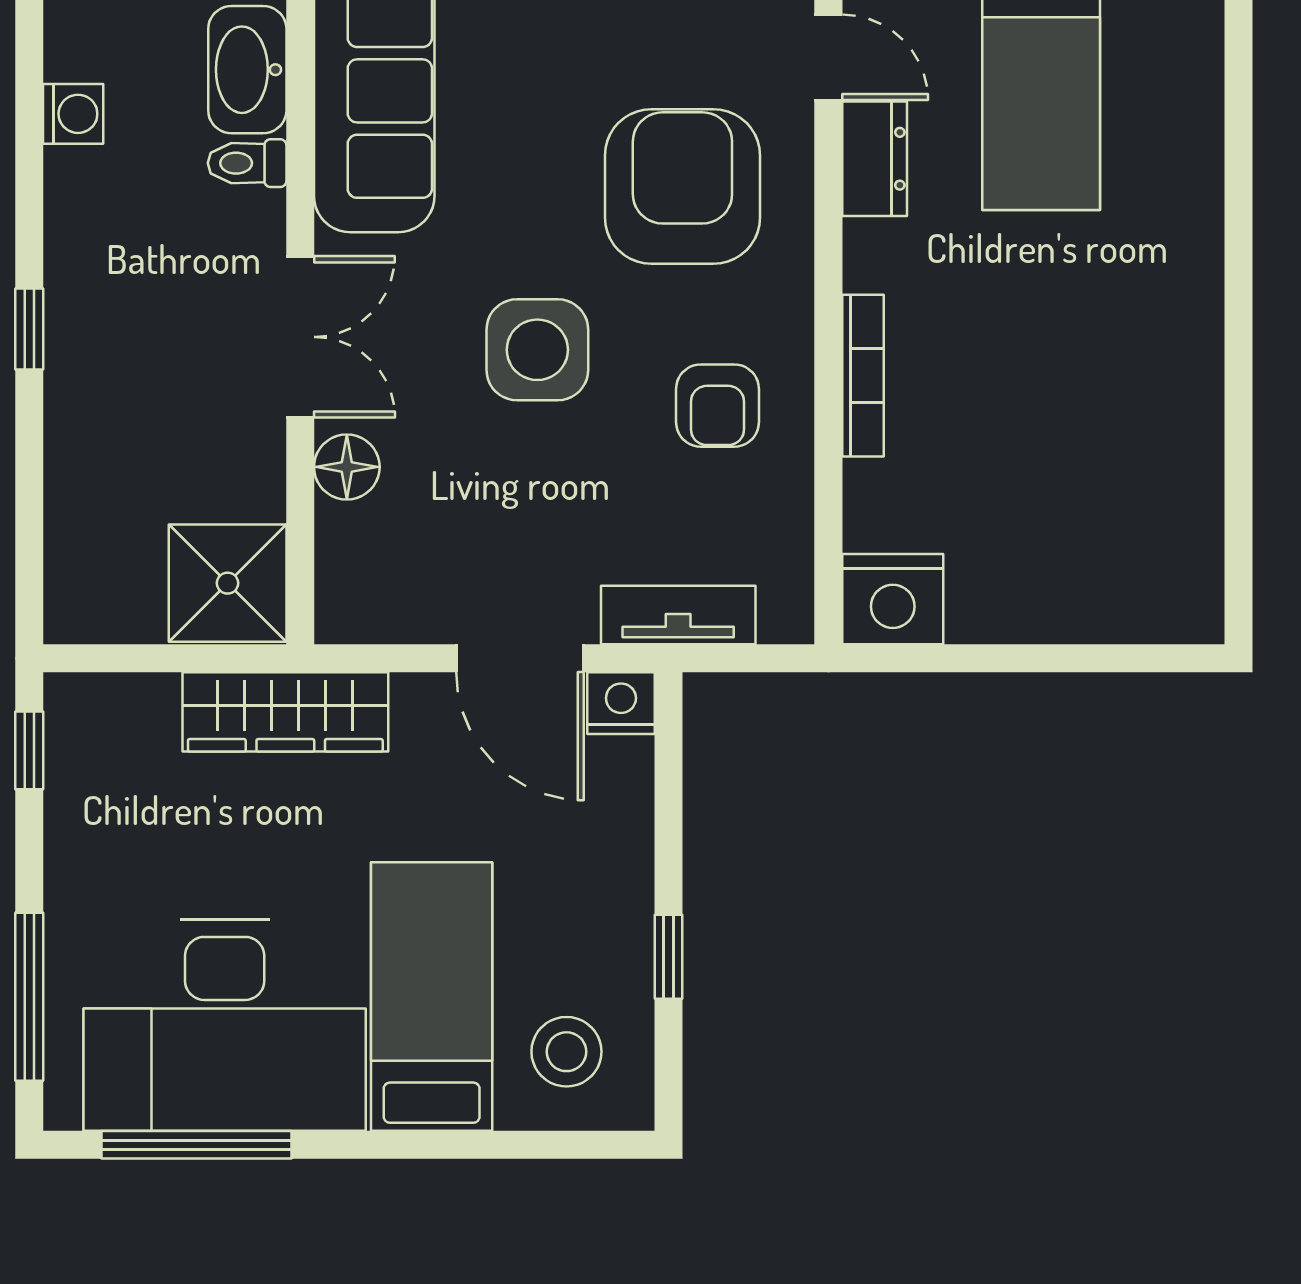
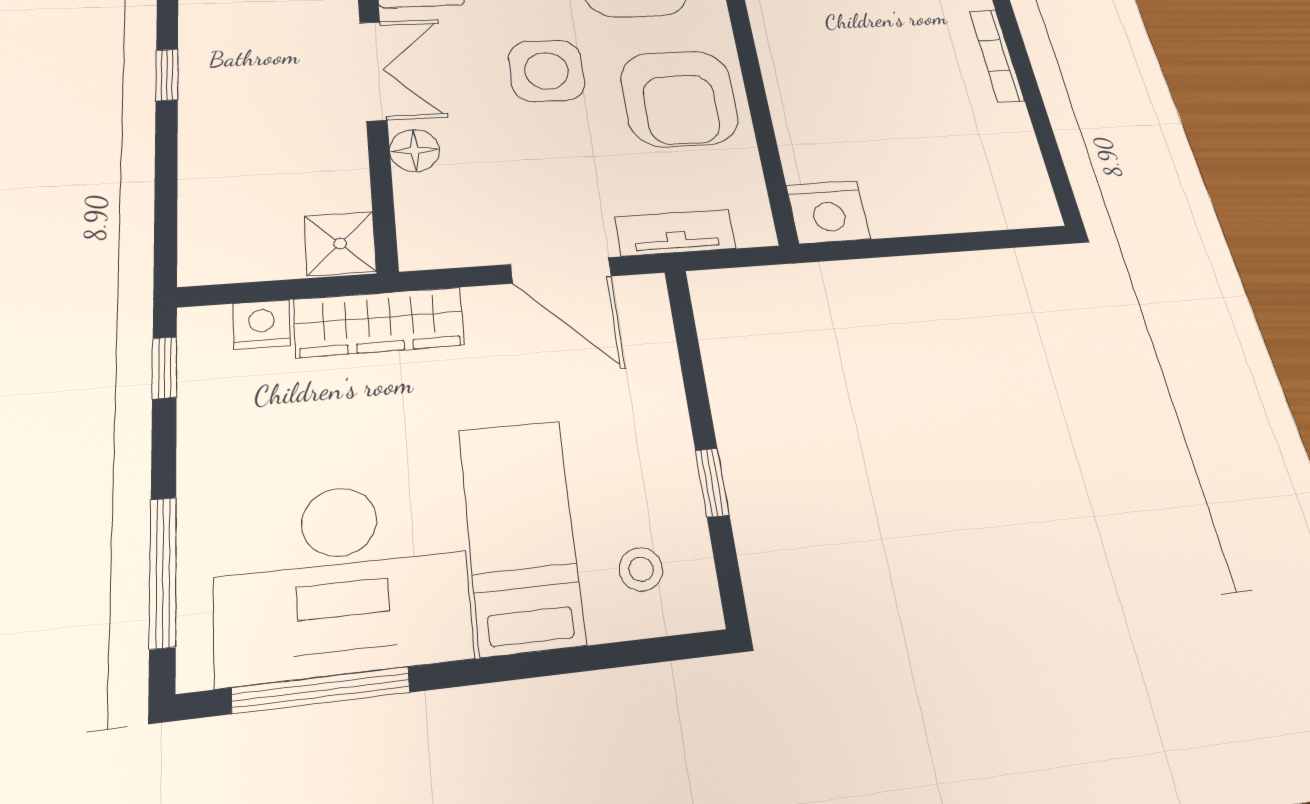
bookcase: (863, 376) -> (997, 56), moved, turned 180
armchair: (718, 406) -> (679, 98), width x1.88, depth x1.88
shower: (228, 583) -> (340, 244), width x0.73, depth x0.73
nightstand: (621, 703) -> (262, 324), moved
stool: (566, 1052) -> (641, 569), width x0.73, depth x0.73

